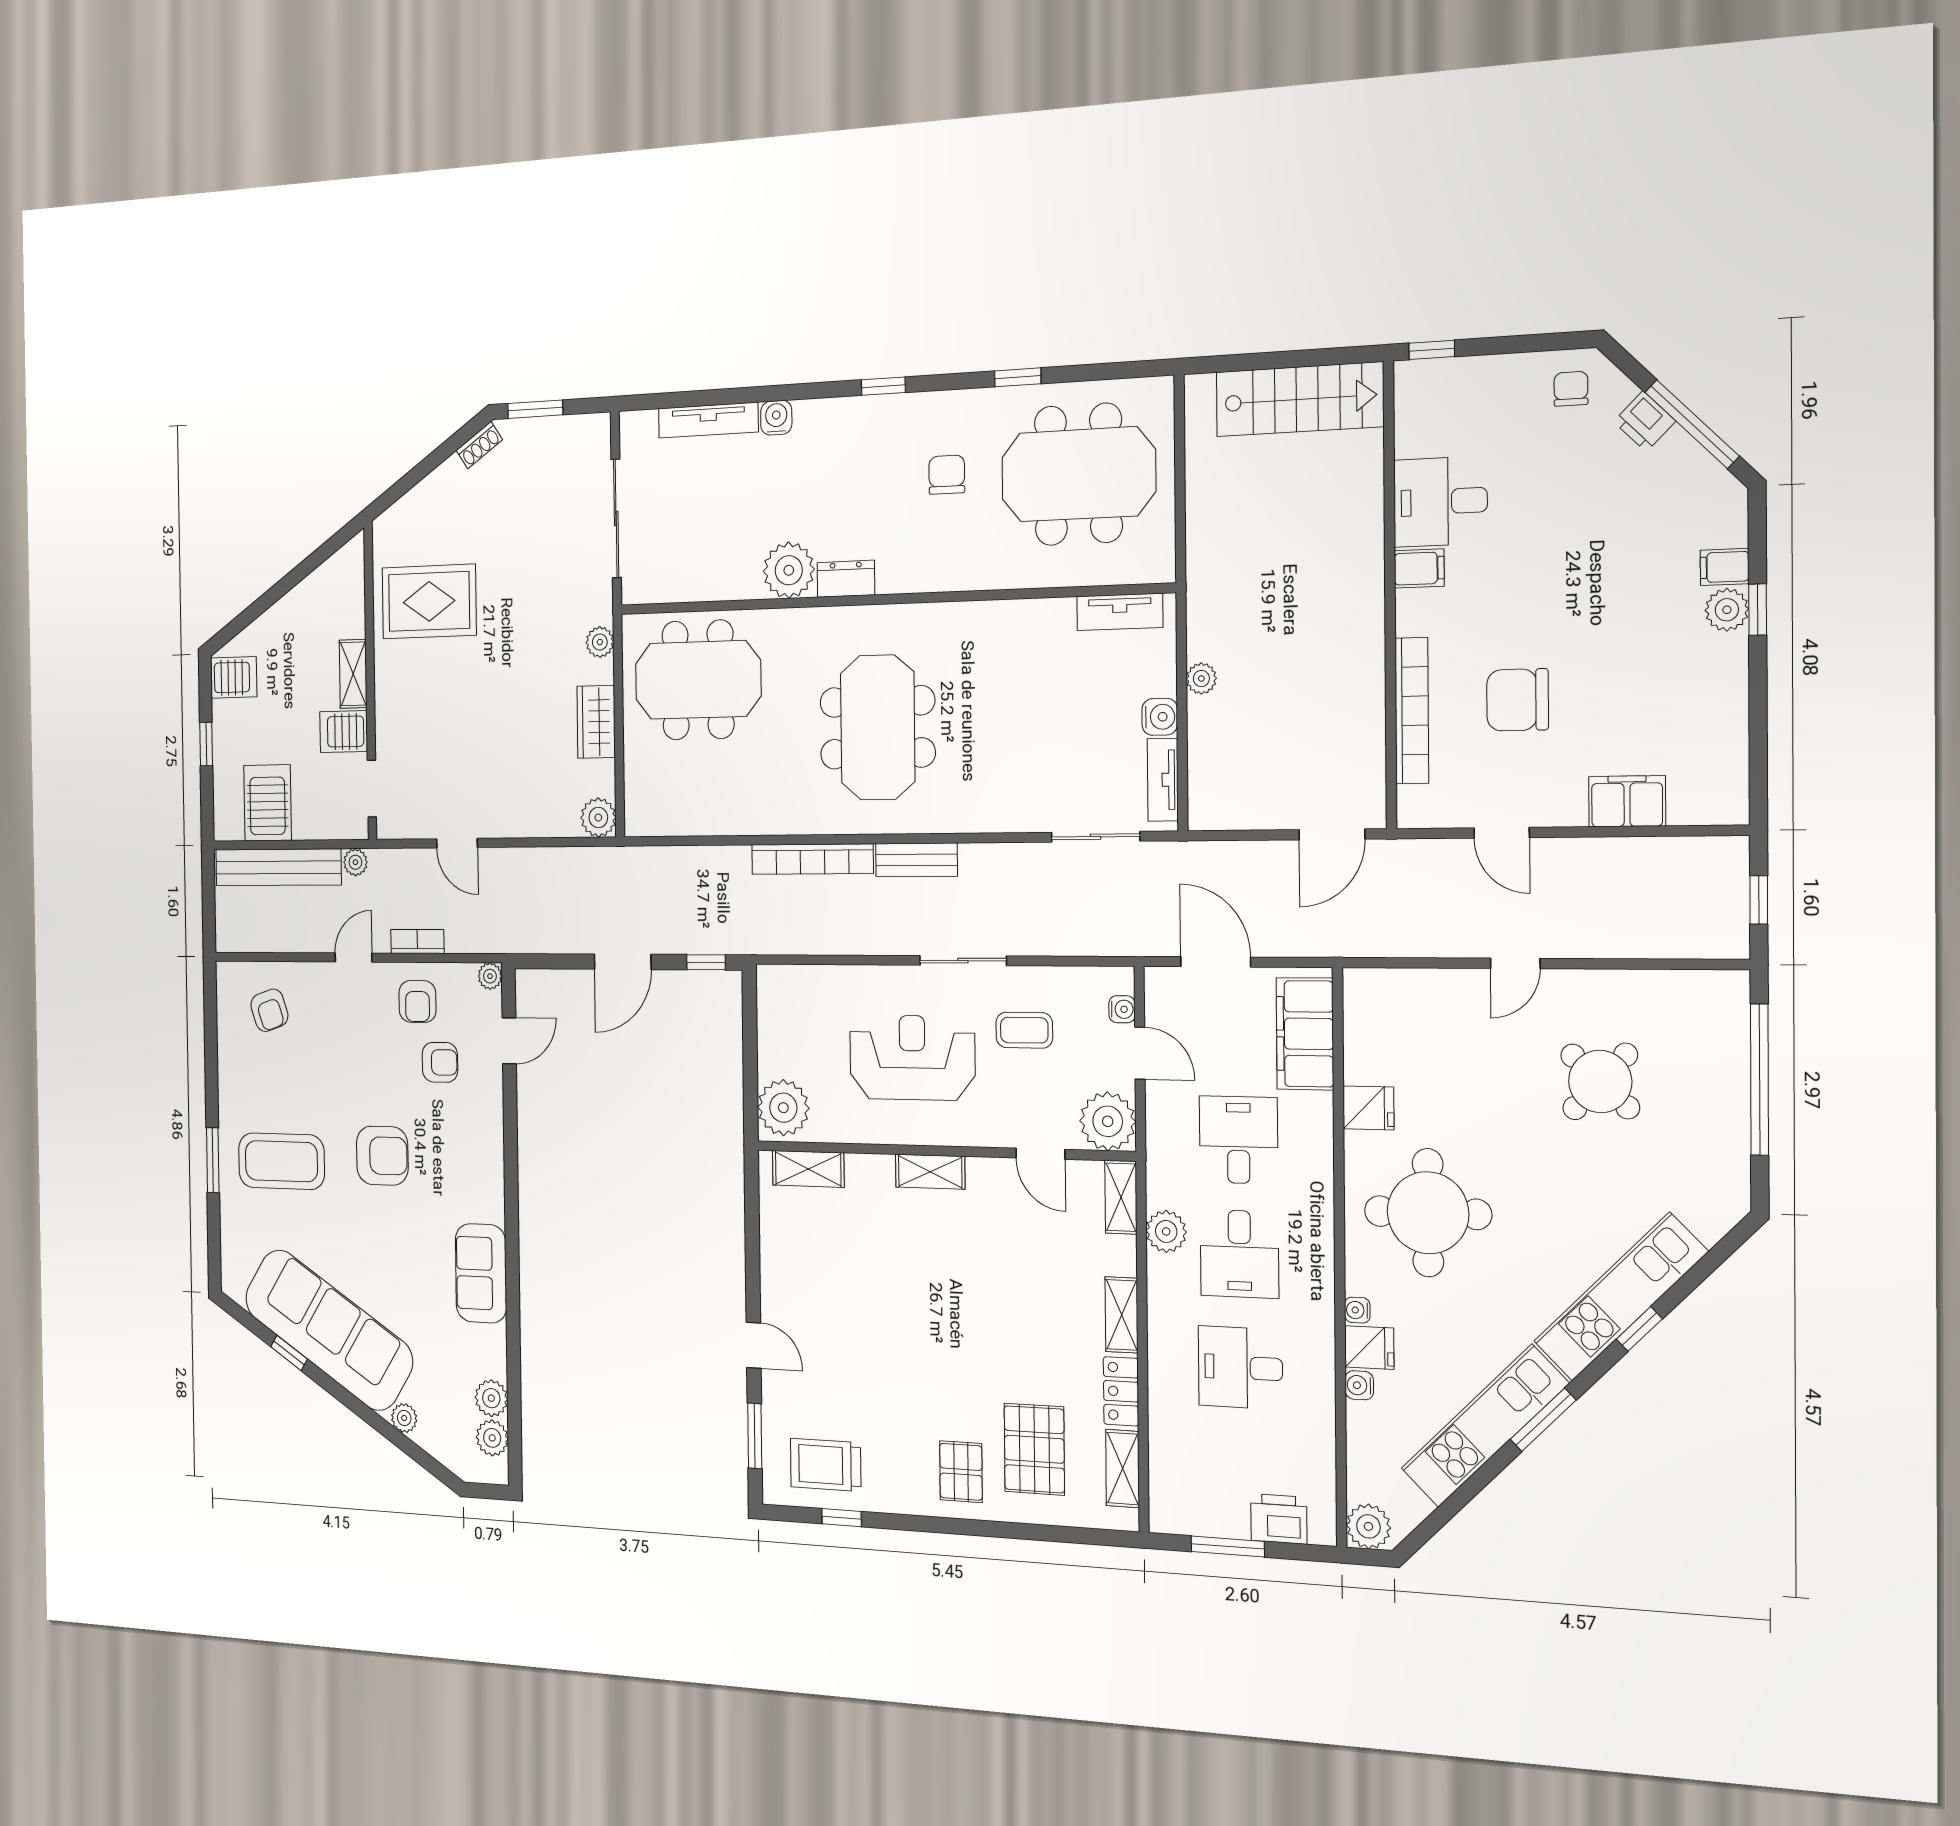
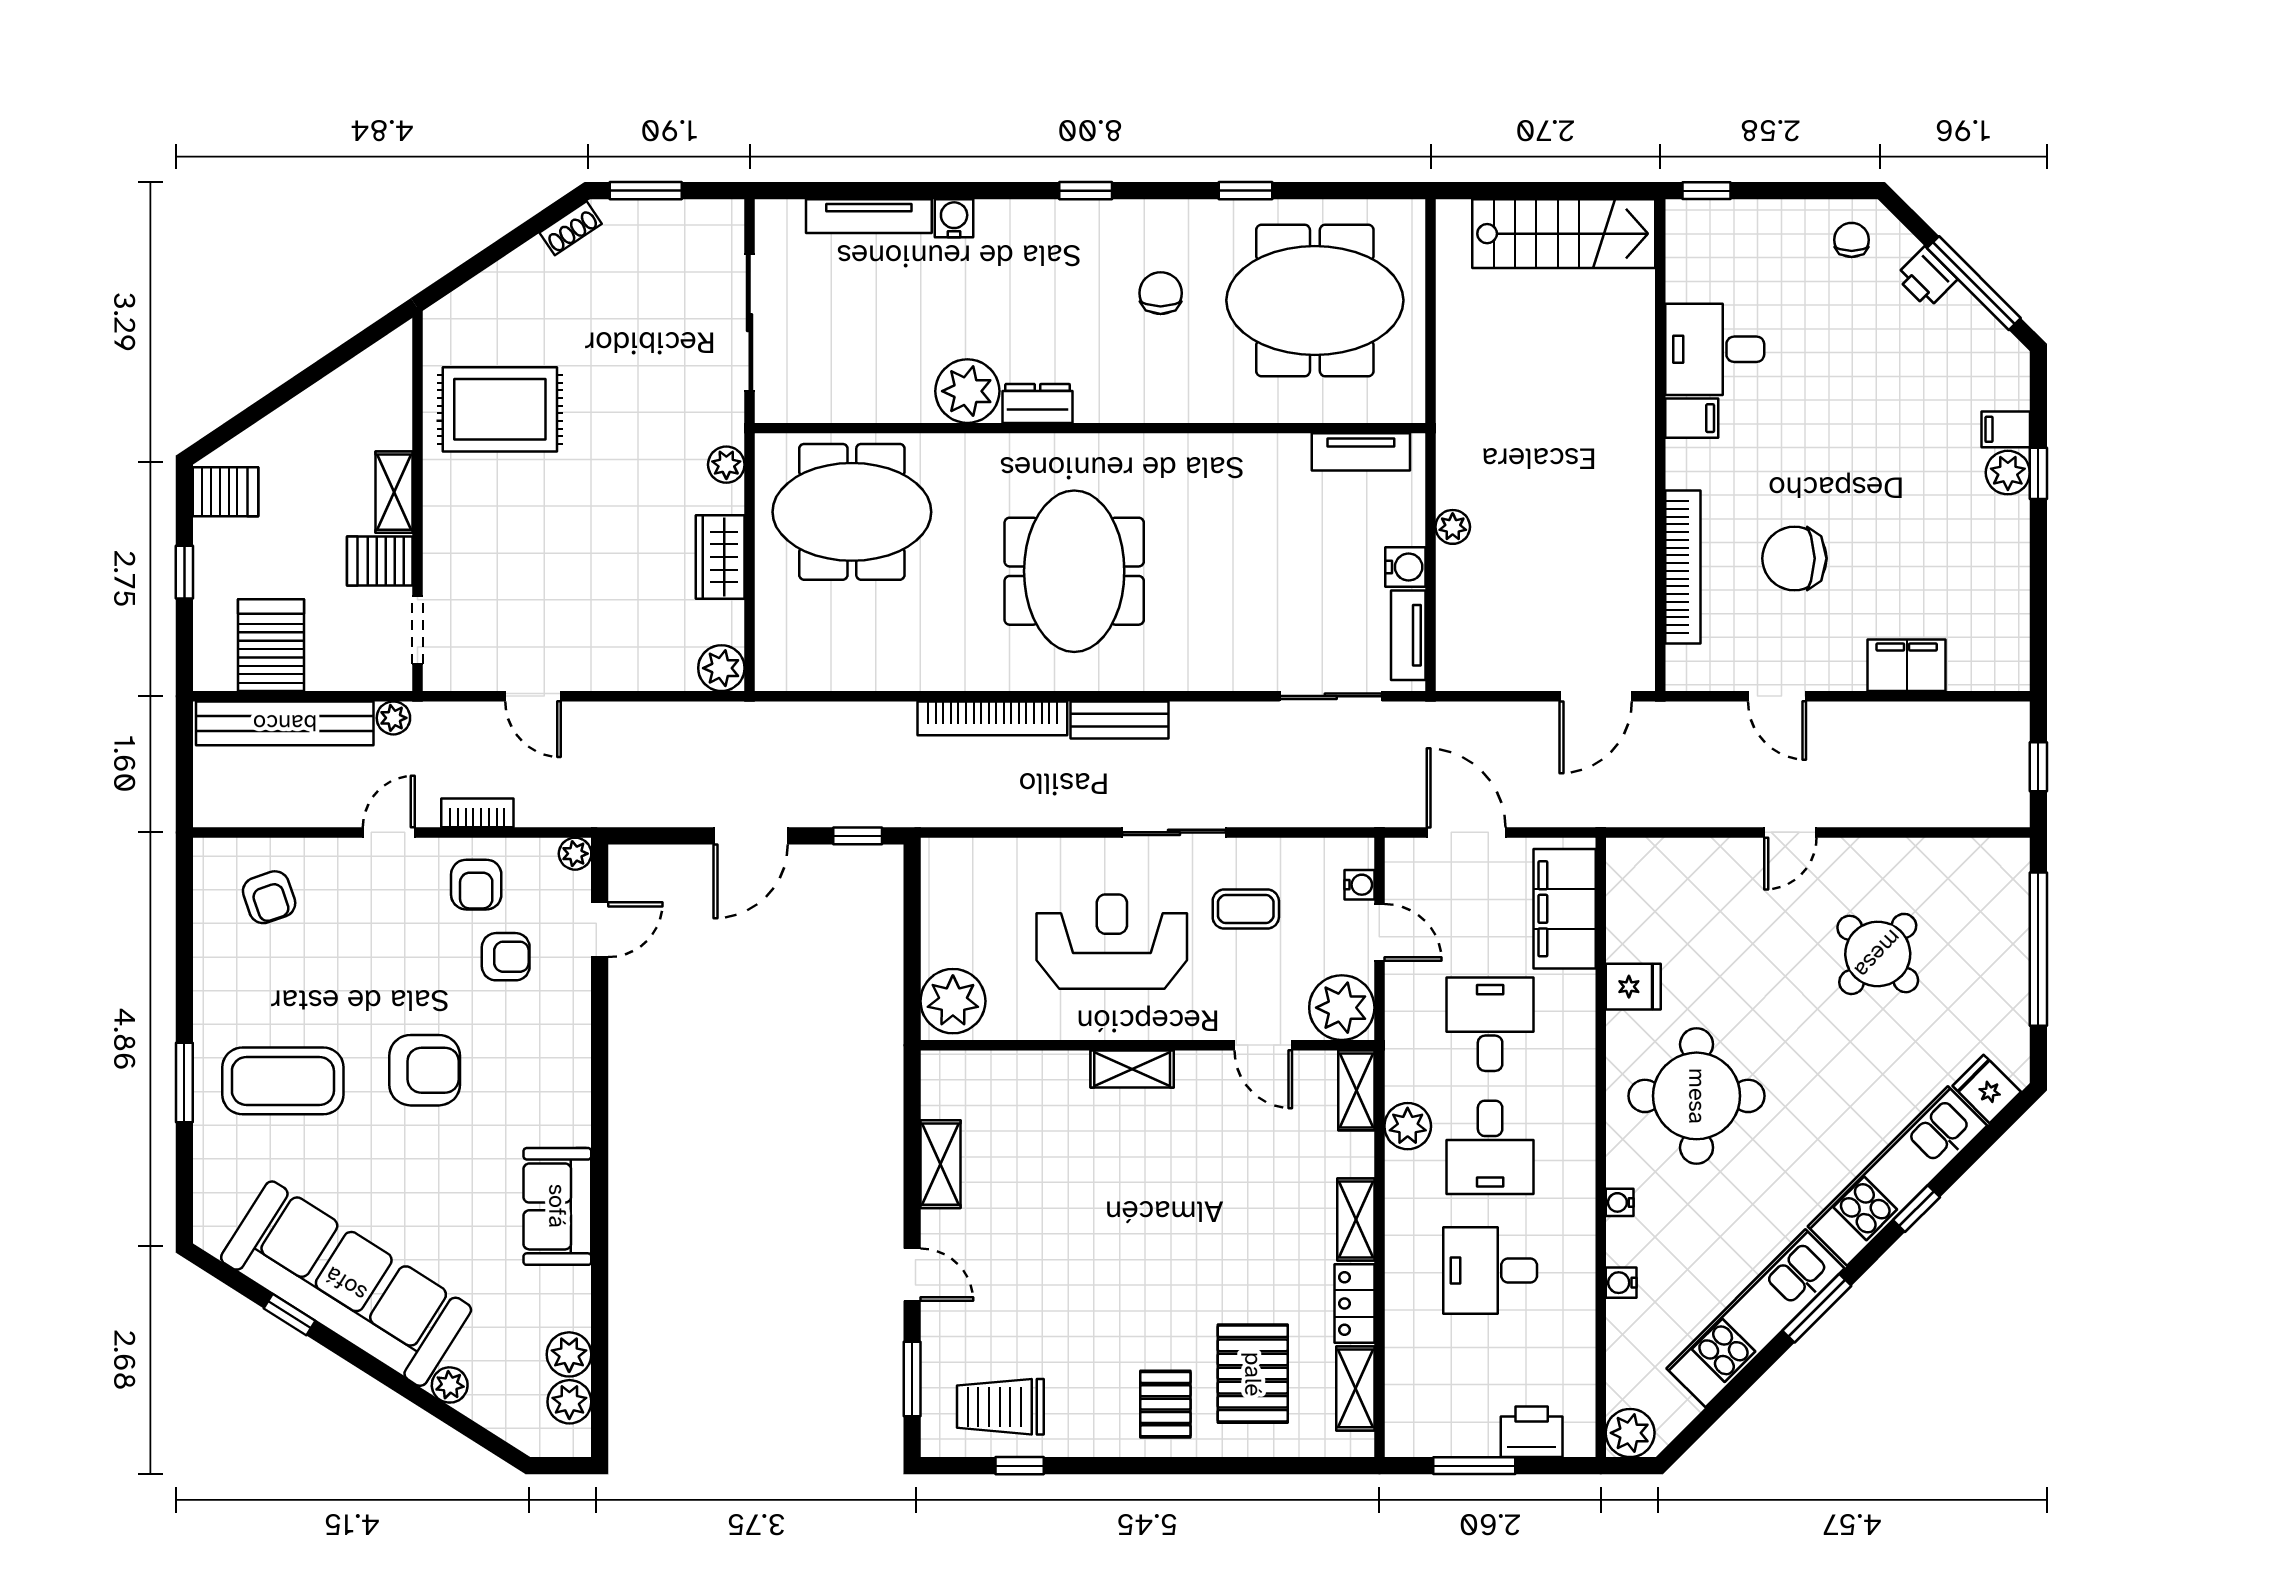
shelving: (808, 1169) -> (940, 1164), moved, turned 90
fridge: (1369, 1348) -> (1987, 1089), moved, turned -135

